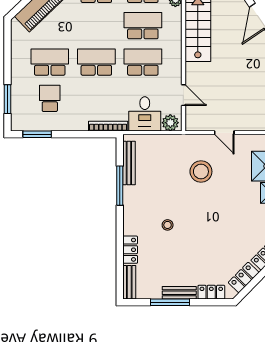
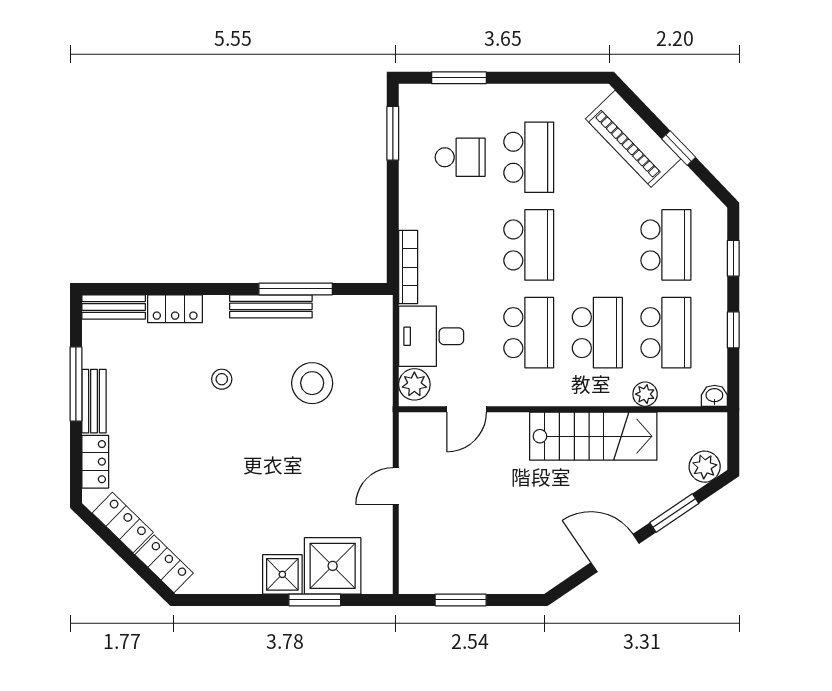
bench: (129, 163) -> (271, 306), moved
stool: (201, 172) -> (312, 383), moved

